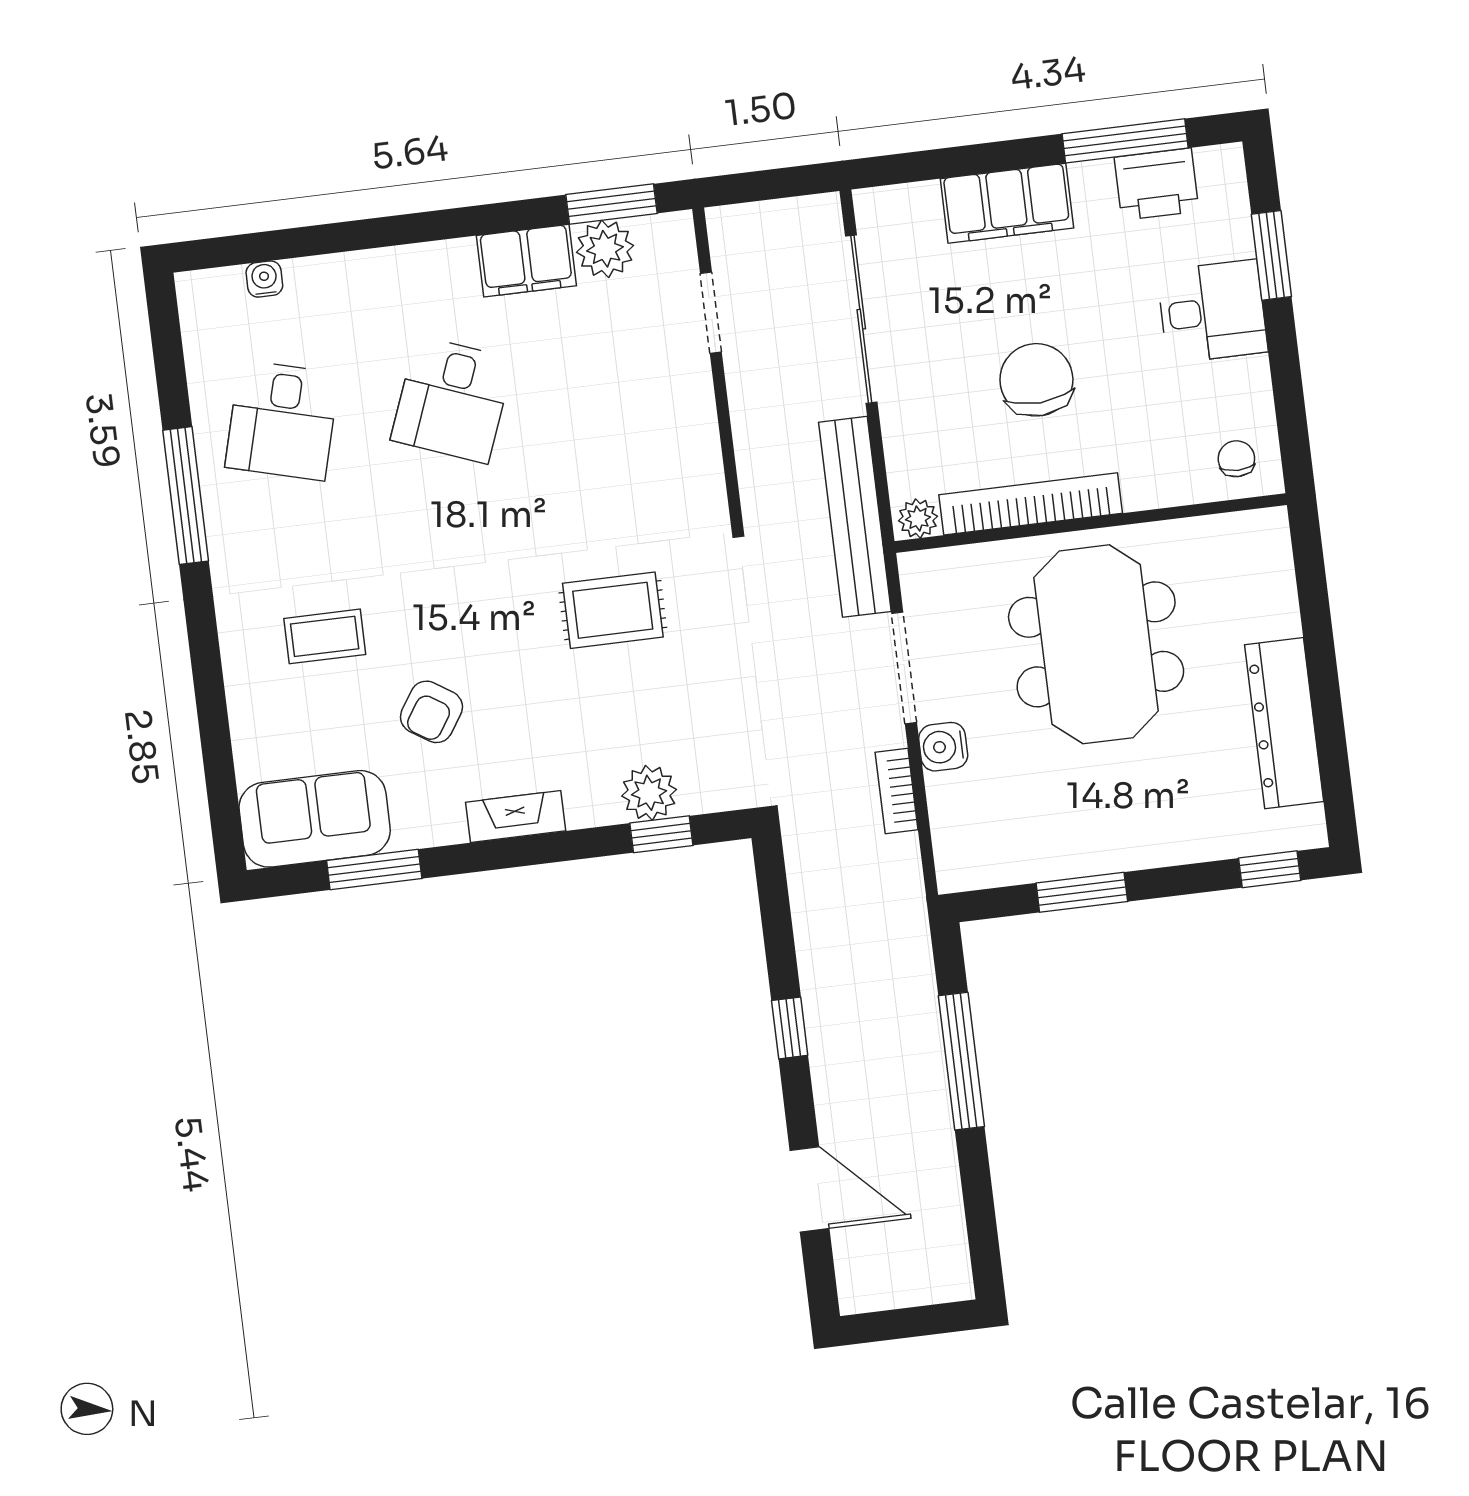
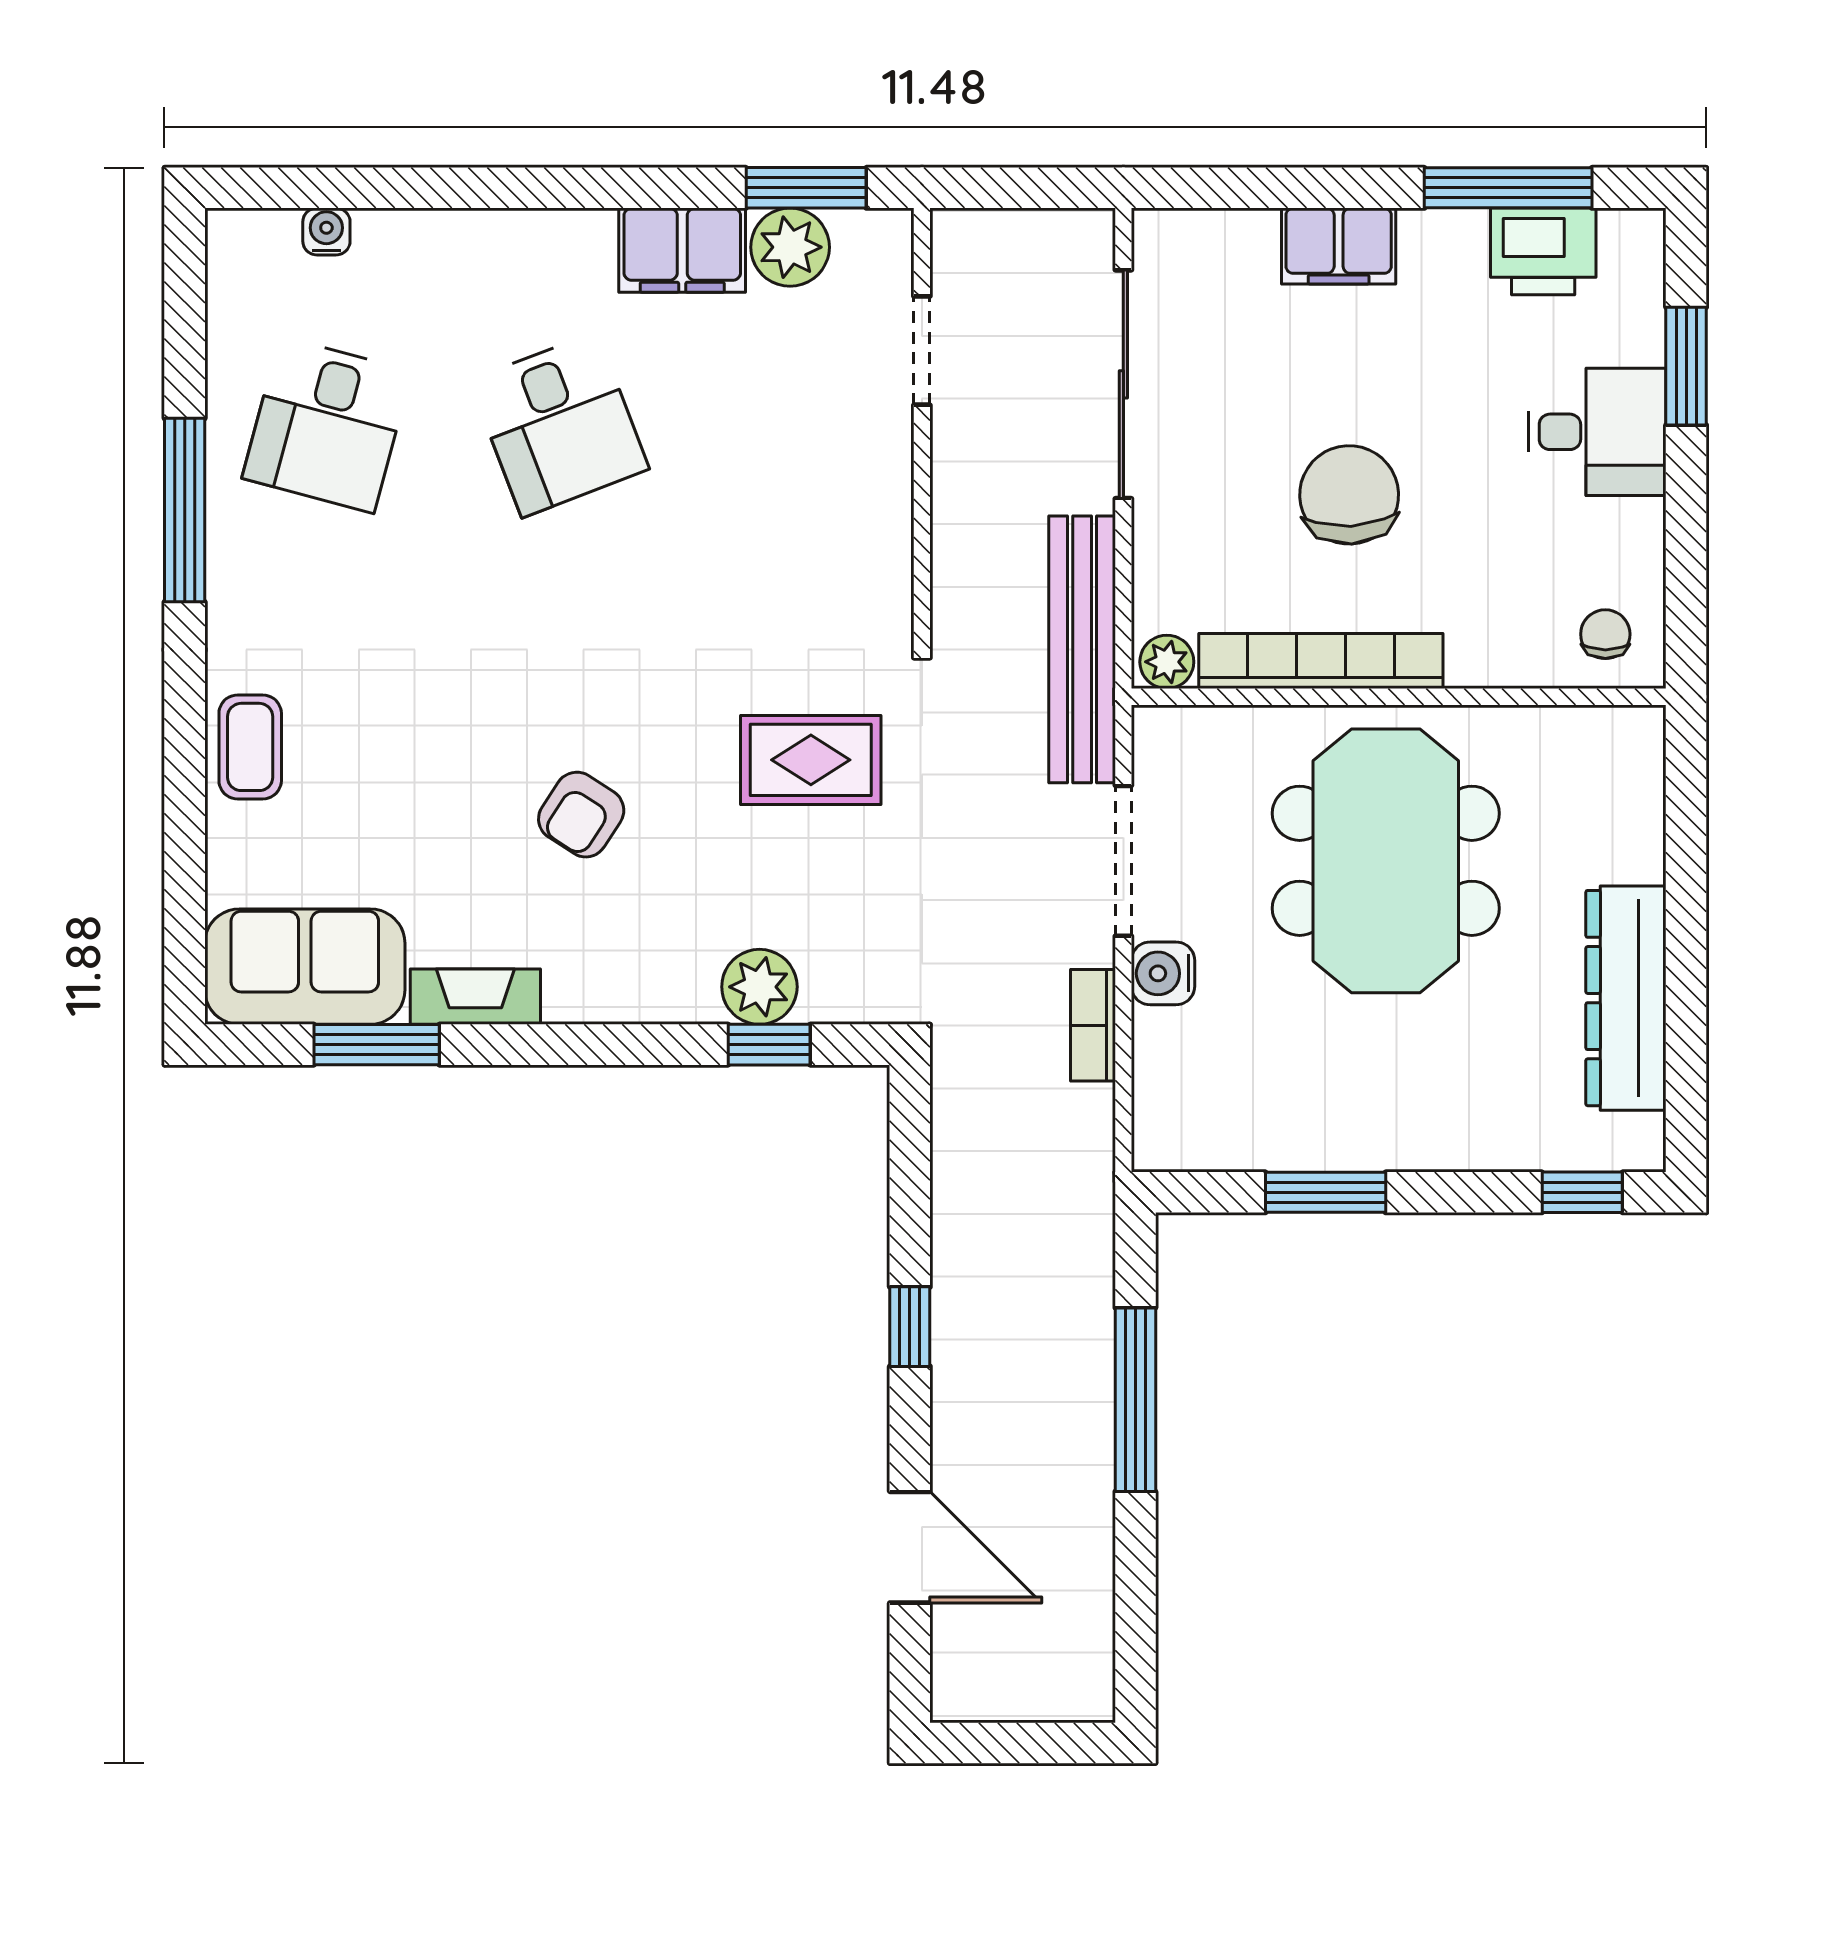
filing cabinet: (1007, 203) -> (1339, 246), width x0.67, depth x0.86
desk: (452, 400) -> (559, 425), turned -42
rug: (613, 610) -> (811, 760), moved
coffee table: (325, 636) -> (250, 747), moved, turned 90
armchair: (431, 712) -> (581, 815), moved
fireplace: (516, 817) -> (475, 997), moved

